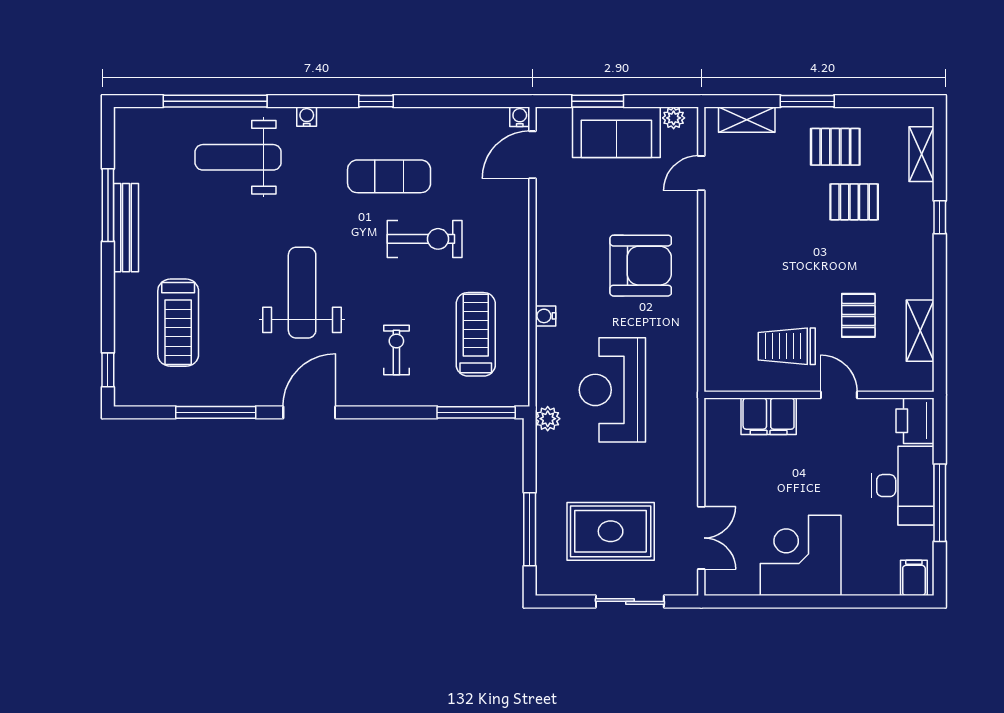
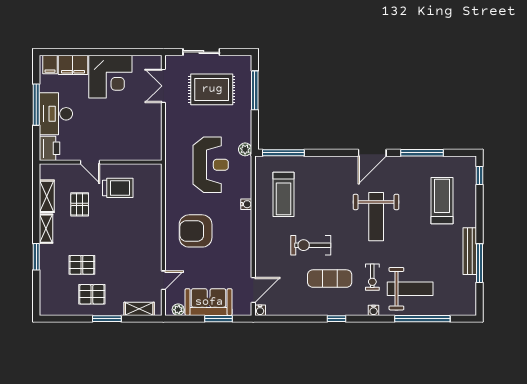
shelving: (922, 154) -> (46, 229), moved
window: (940, 217) -> (36, 257), width x1.50
exercise bike: (396, 350) -> (372, 277), moved
filing cabinet: (769, 416) -> (73, 65), moved, turned 180

